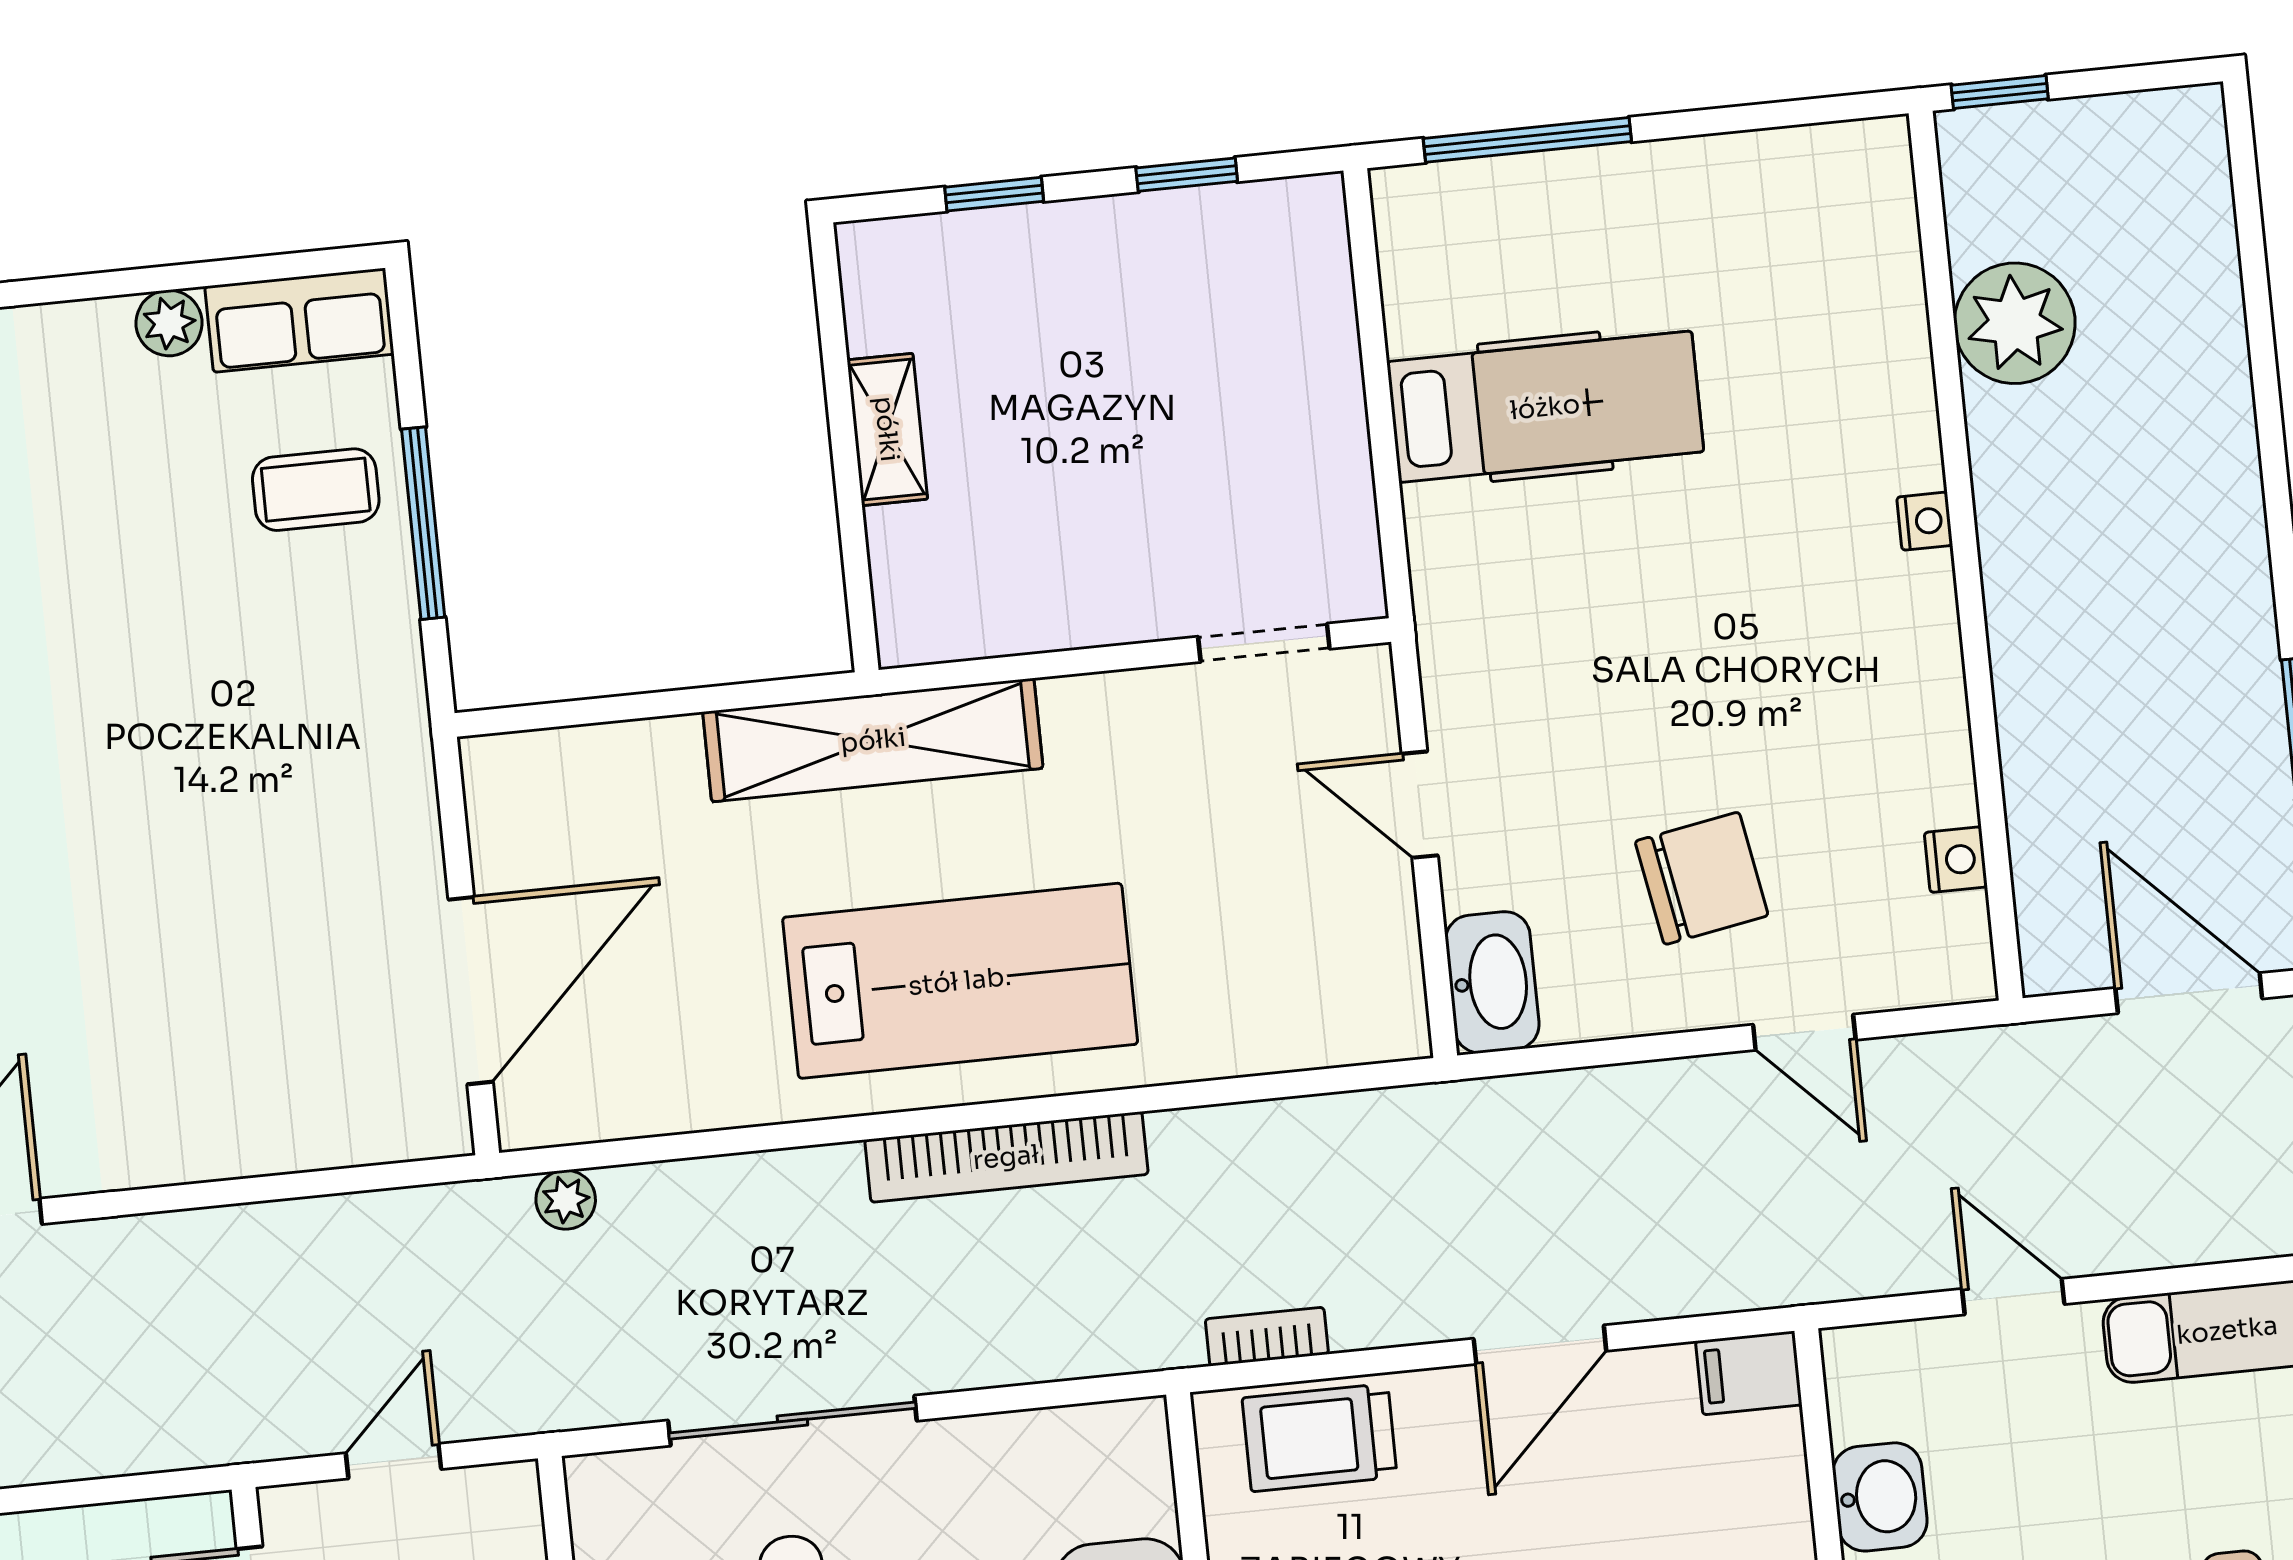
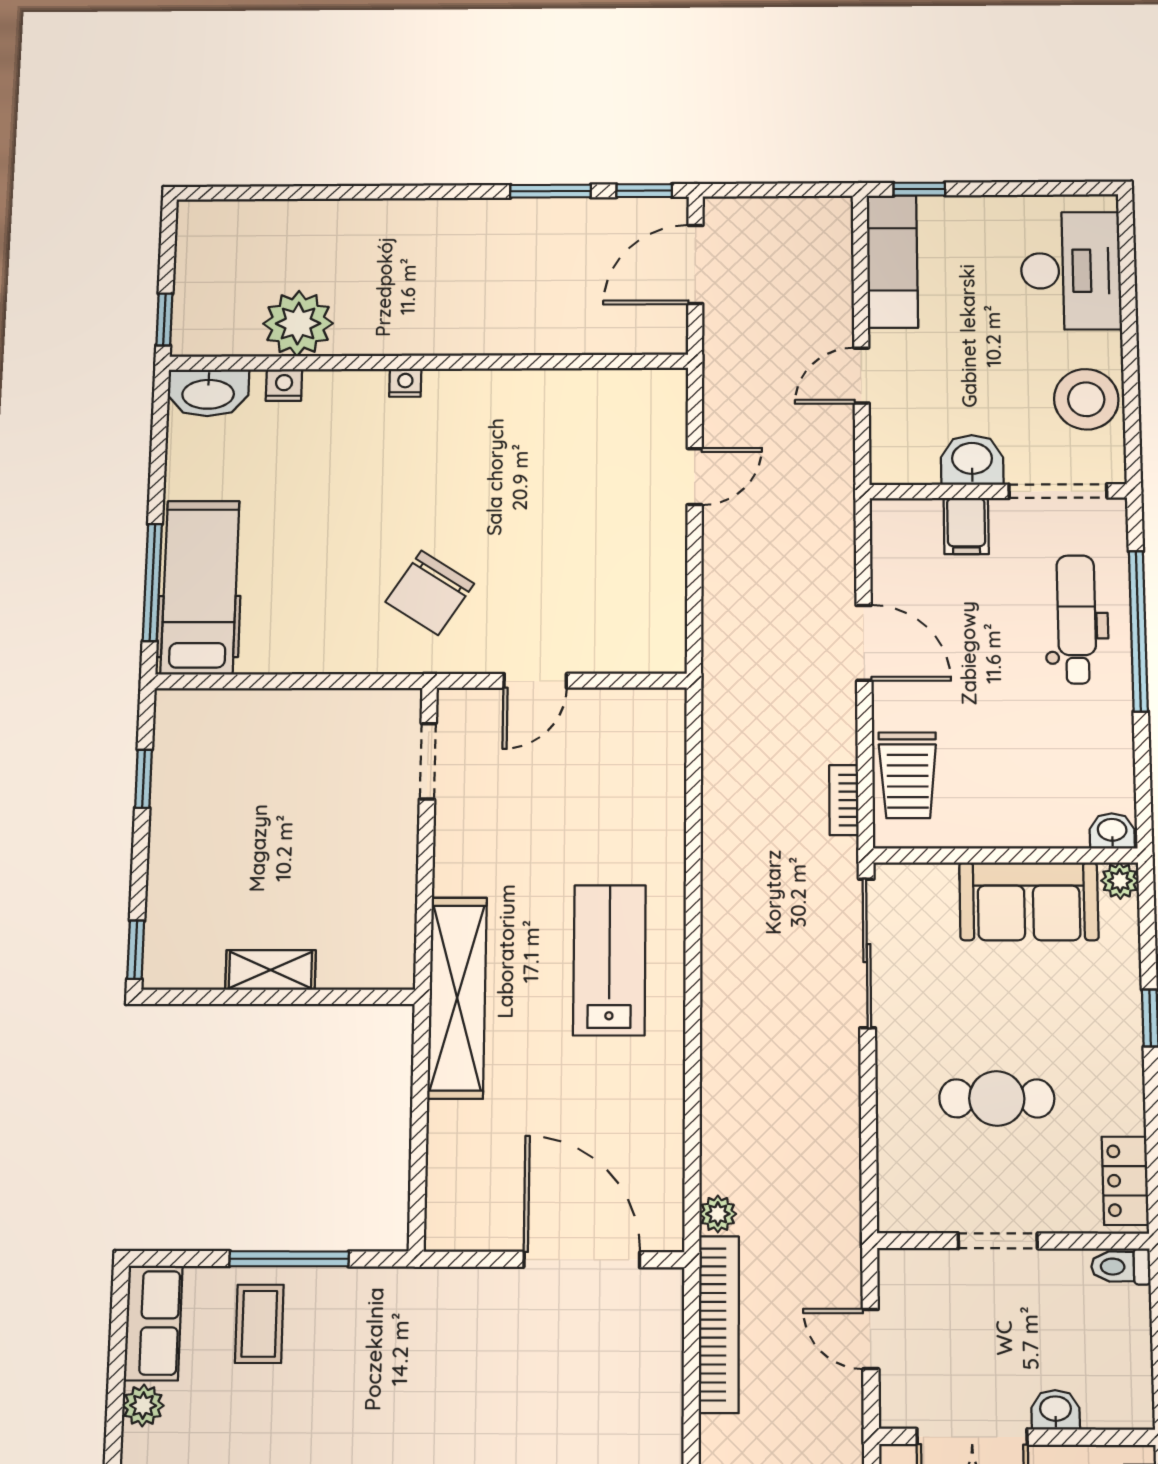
window: (994, 194) -> (136, 950), moved
hospital bed: (1545, 407) -> (200, 587), moved
nightstand: (1956, 860) -> (284, 385), moved
chair: (1702, 878) -> (430, 593), moved, turned -137
lab bench: (960, 981) -> (609, 960), width x0.73, depth x0.72
washbasin: (1492, 982) -> (208, 393), moved, turned 180
bookcase: (1006, 1157) -> (719, 1324), moved
filing cabinet: (1749, 1373) -> (966, 526), moved
sliding door: (792, 1421) -> (867, 953), moved

